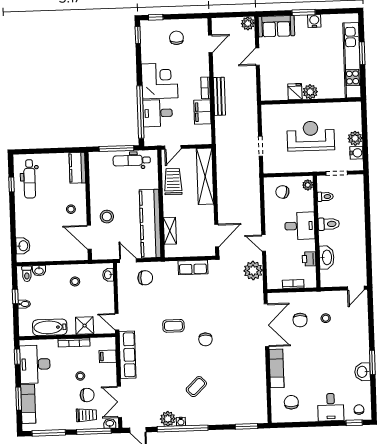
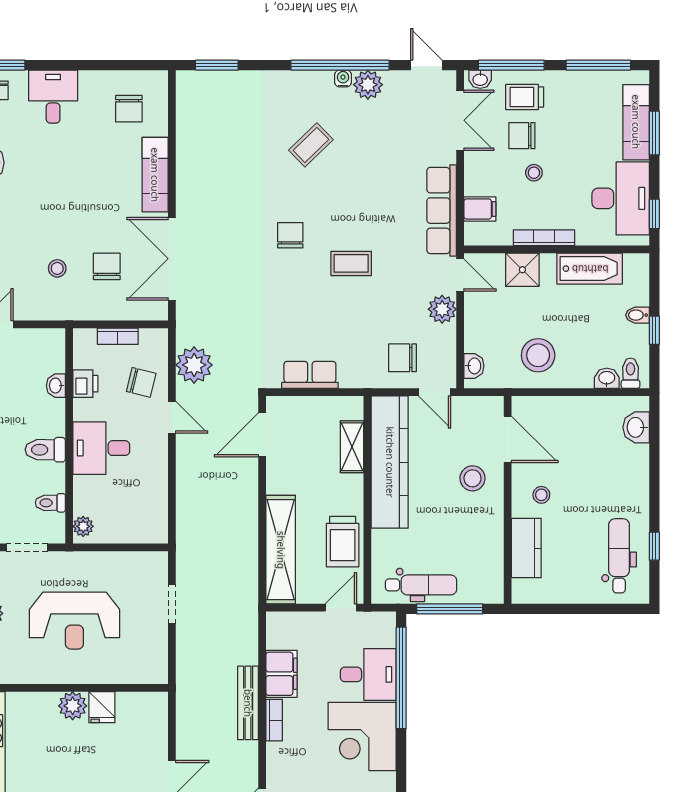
kitchen counter: (77, 168) -> (526, 548), moved
chair: (282, 192) -> (141, 382), moved
washbasin: (327, 257) -> (56, 386), width x0.52, depth x0.69
stool: (75, 281) -> (538, 355), width x1.89, depth x1.89
plant: (125, 304) -> (442, 309), added

